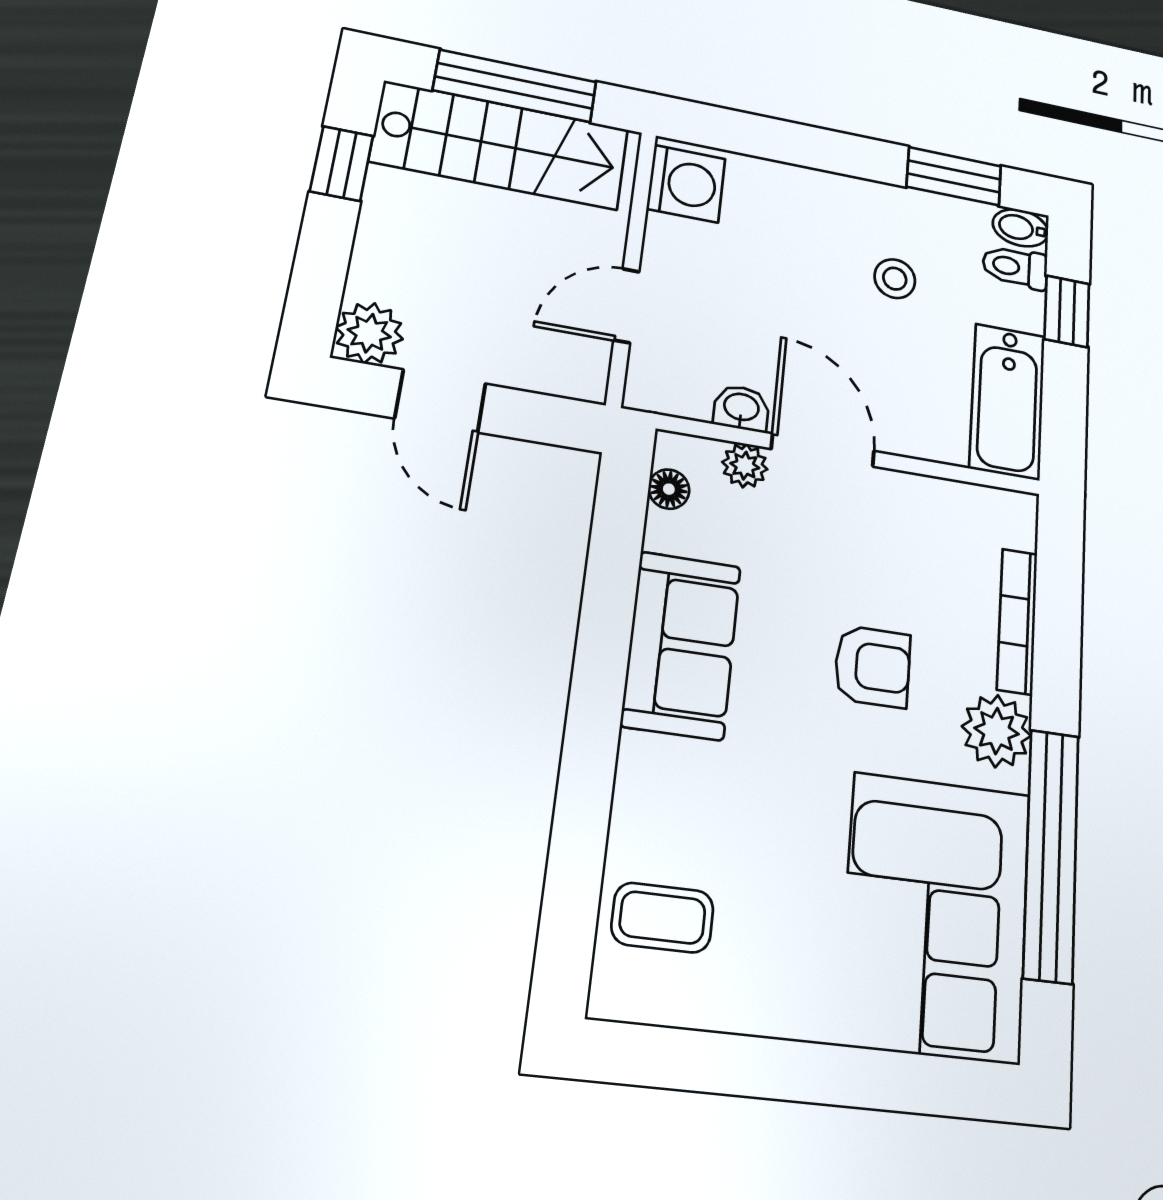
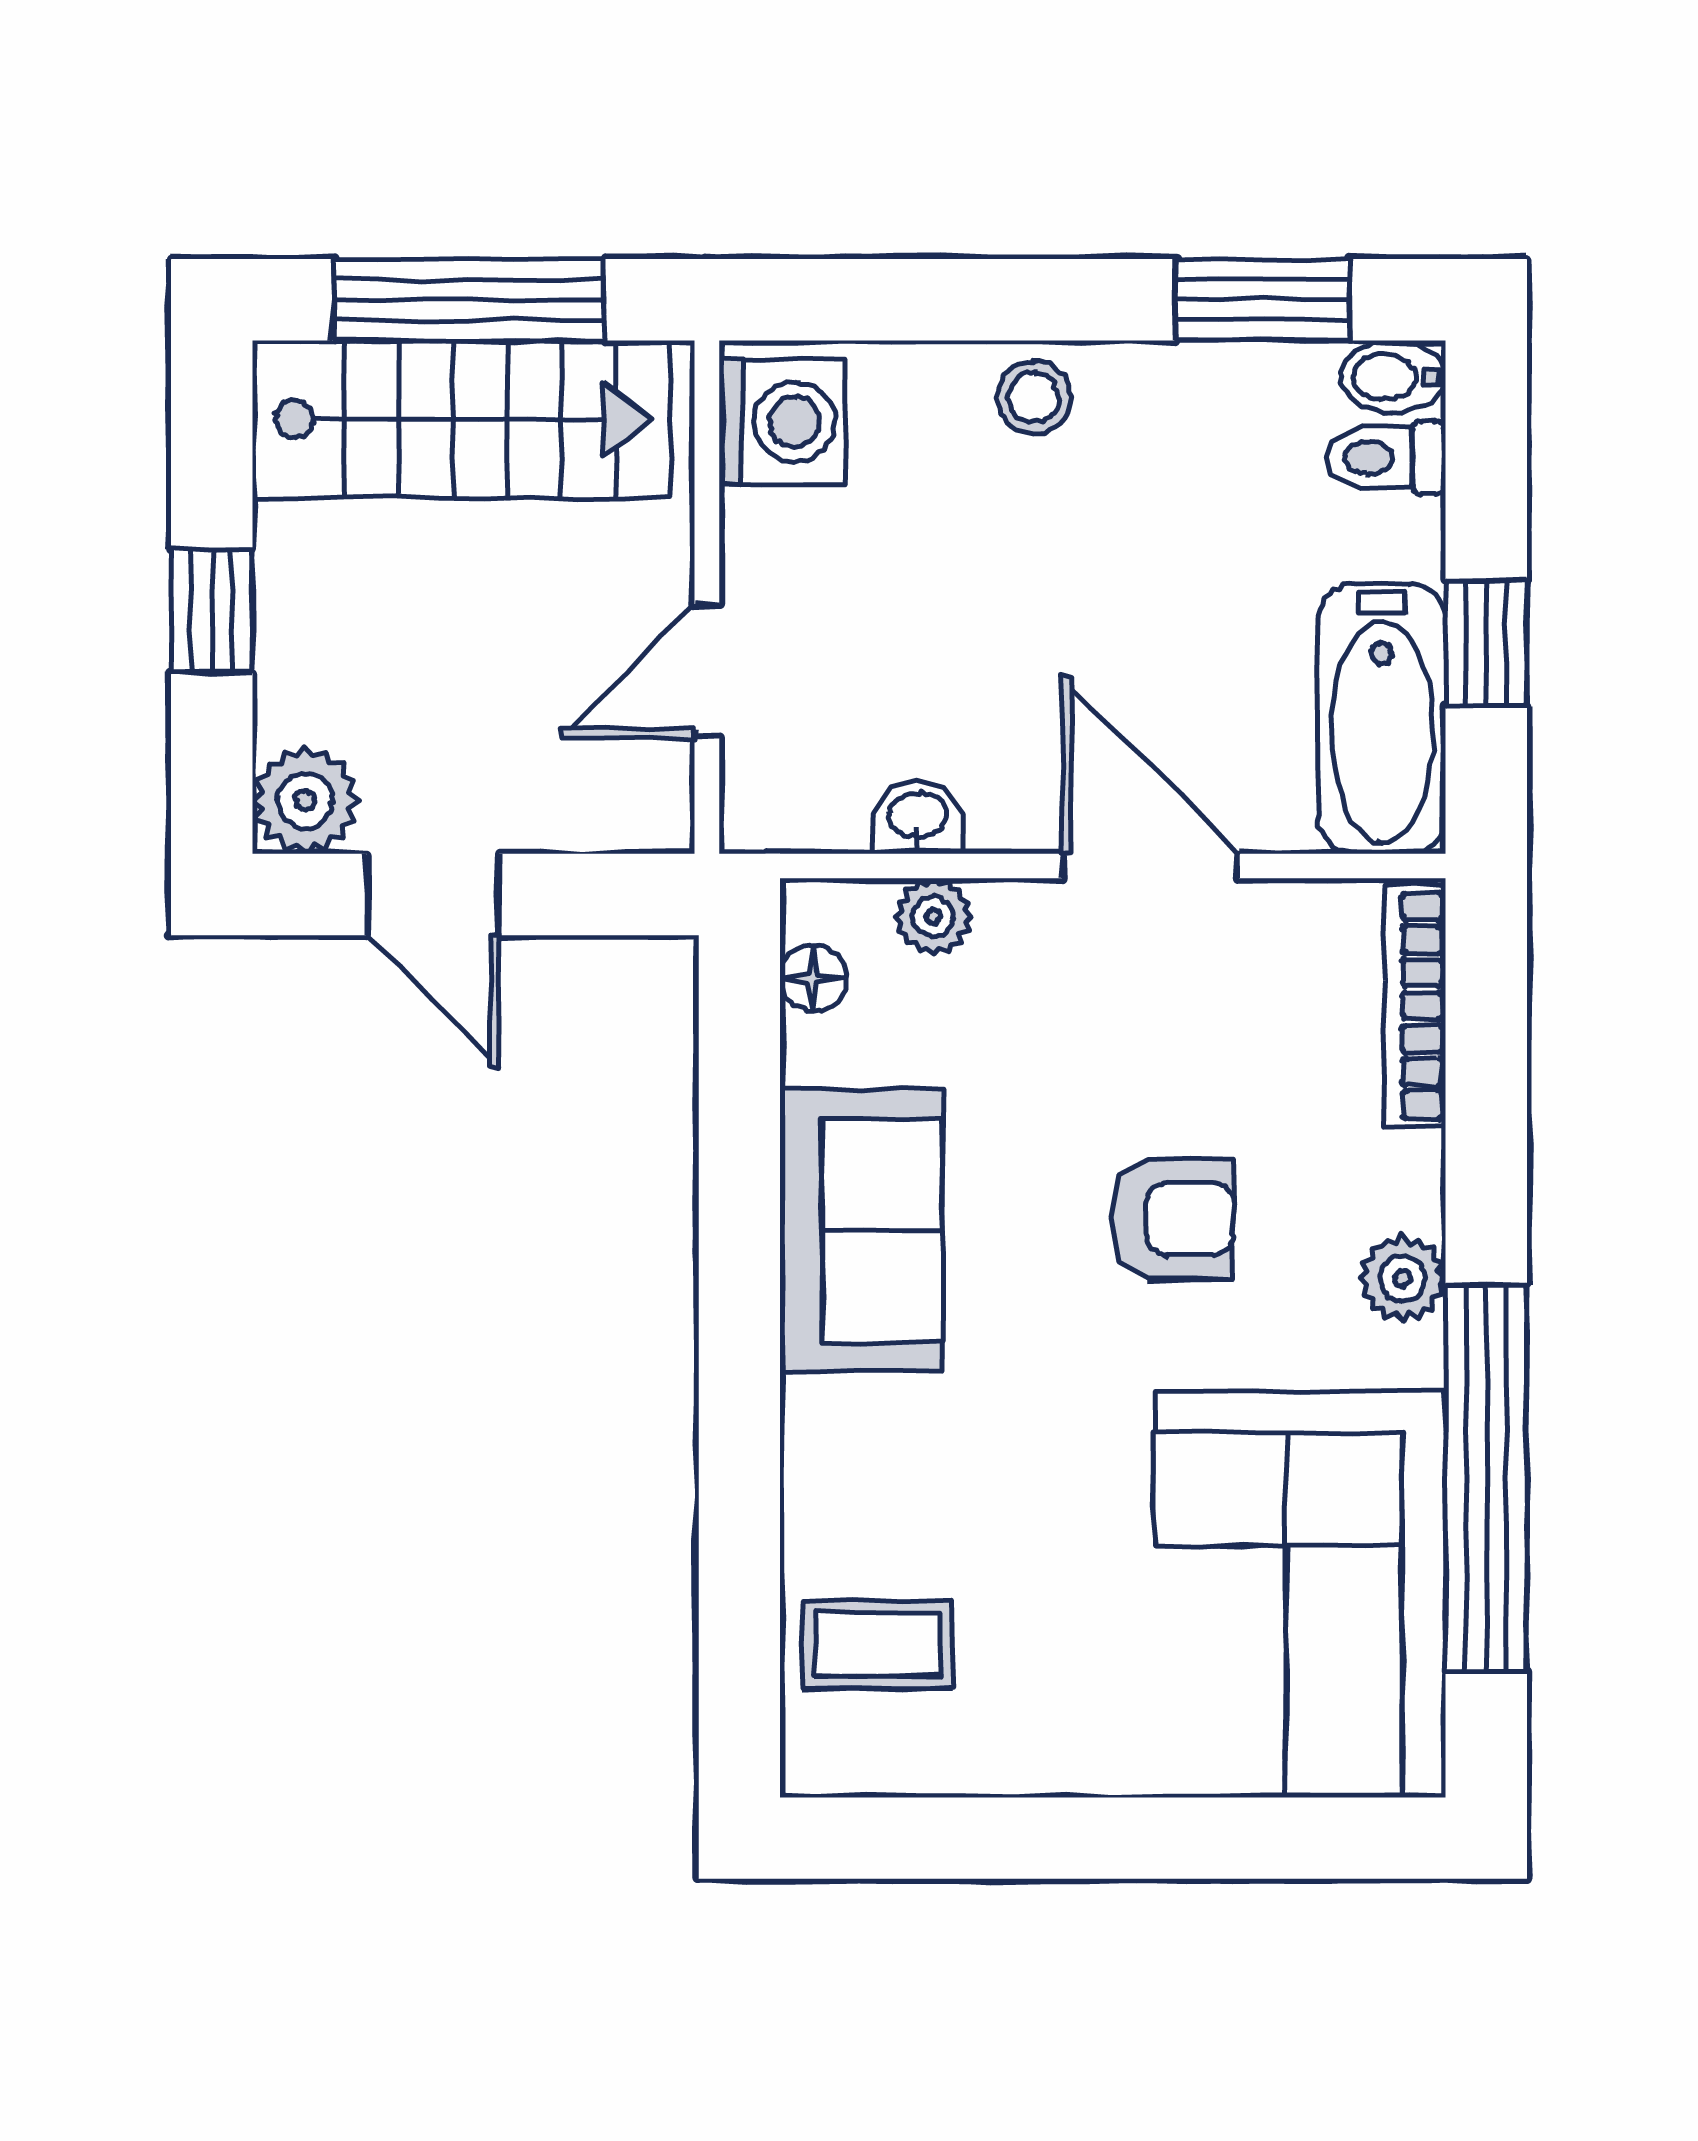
window: (342, 164) -> (212, 611), moved
stool: (895, 279) -> (1034, 397), moved
window: (1067, 311) -> (1486, 644), moved
door: (823, 450) -> (1150, 866), moved
bookcase: (1017, 621) -> (1415, 1006), moved
plant: (997, 731) -> (1403, 1278), width x0.73, depth x0.73

